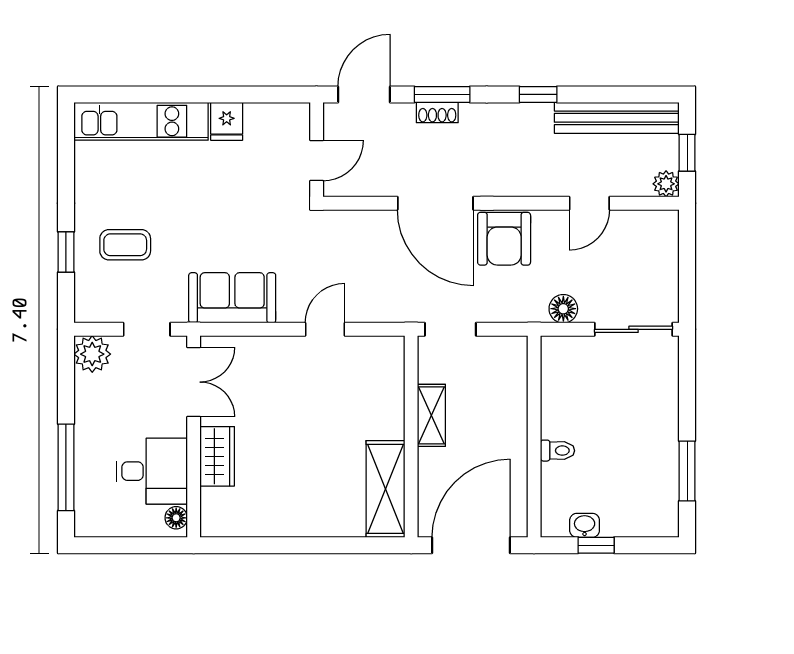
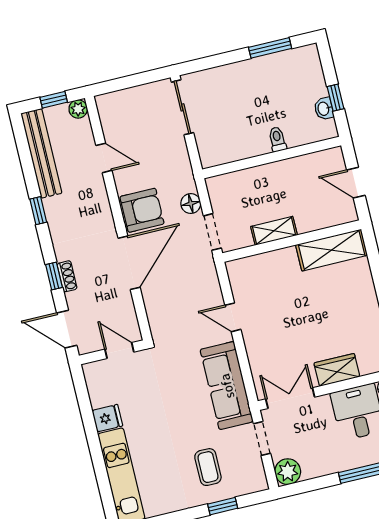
window: (442, 94) -> (54, 276), width x0.67
sofa: (232, 298) -> (227, 386), width x1.36
floor lamp: (563, 309) -> (191, 204), moved
door: (471, 545) -> (356, 183), width x0.53

